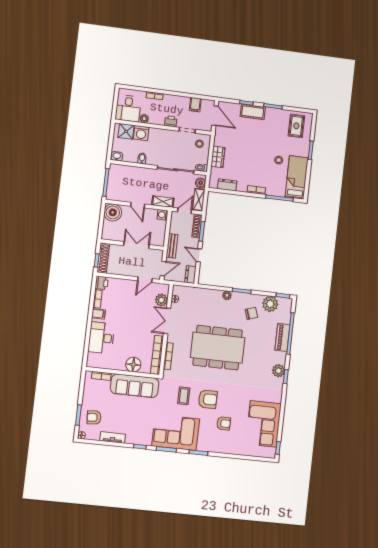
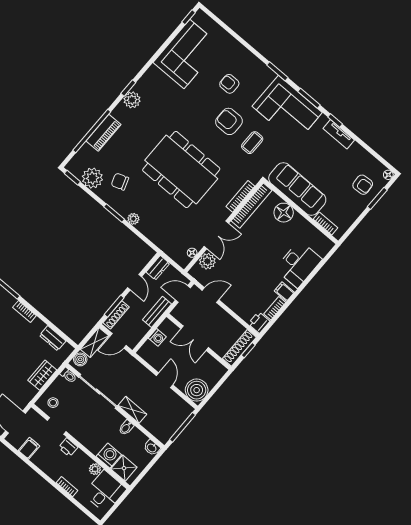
shelving: (163, 202) -> (132, 410), moved
washing machine: (163, 215) -> (157, 337), moved
tv unit: (113, 437) -> (339, 134), moved

